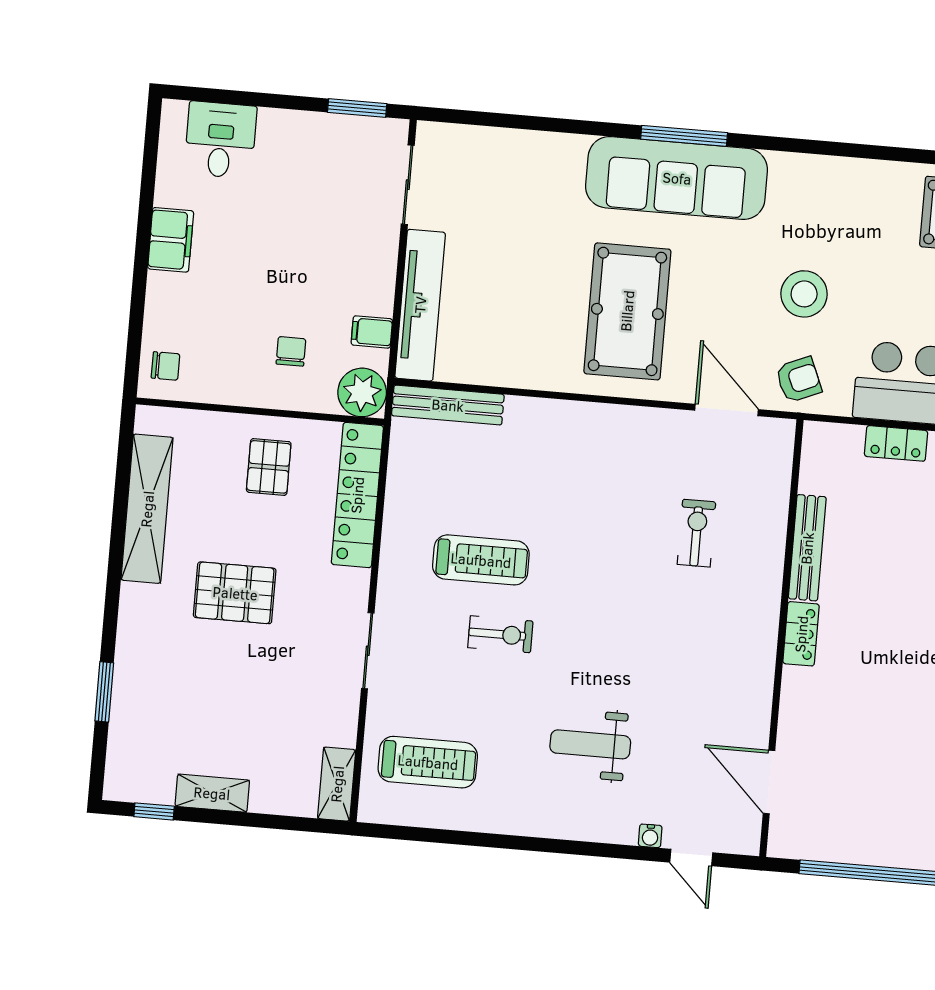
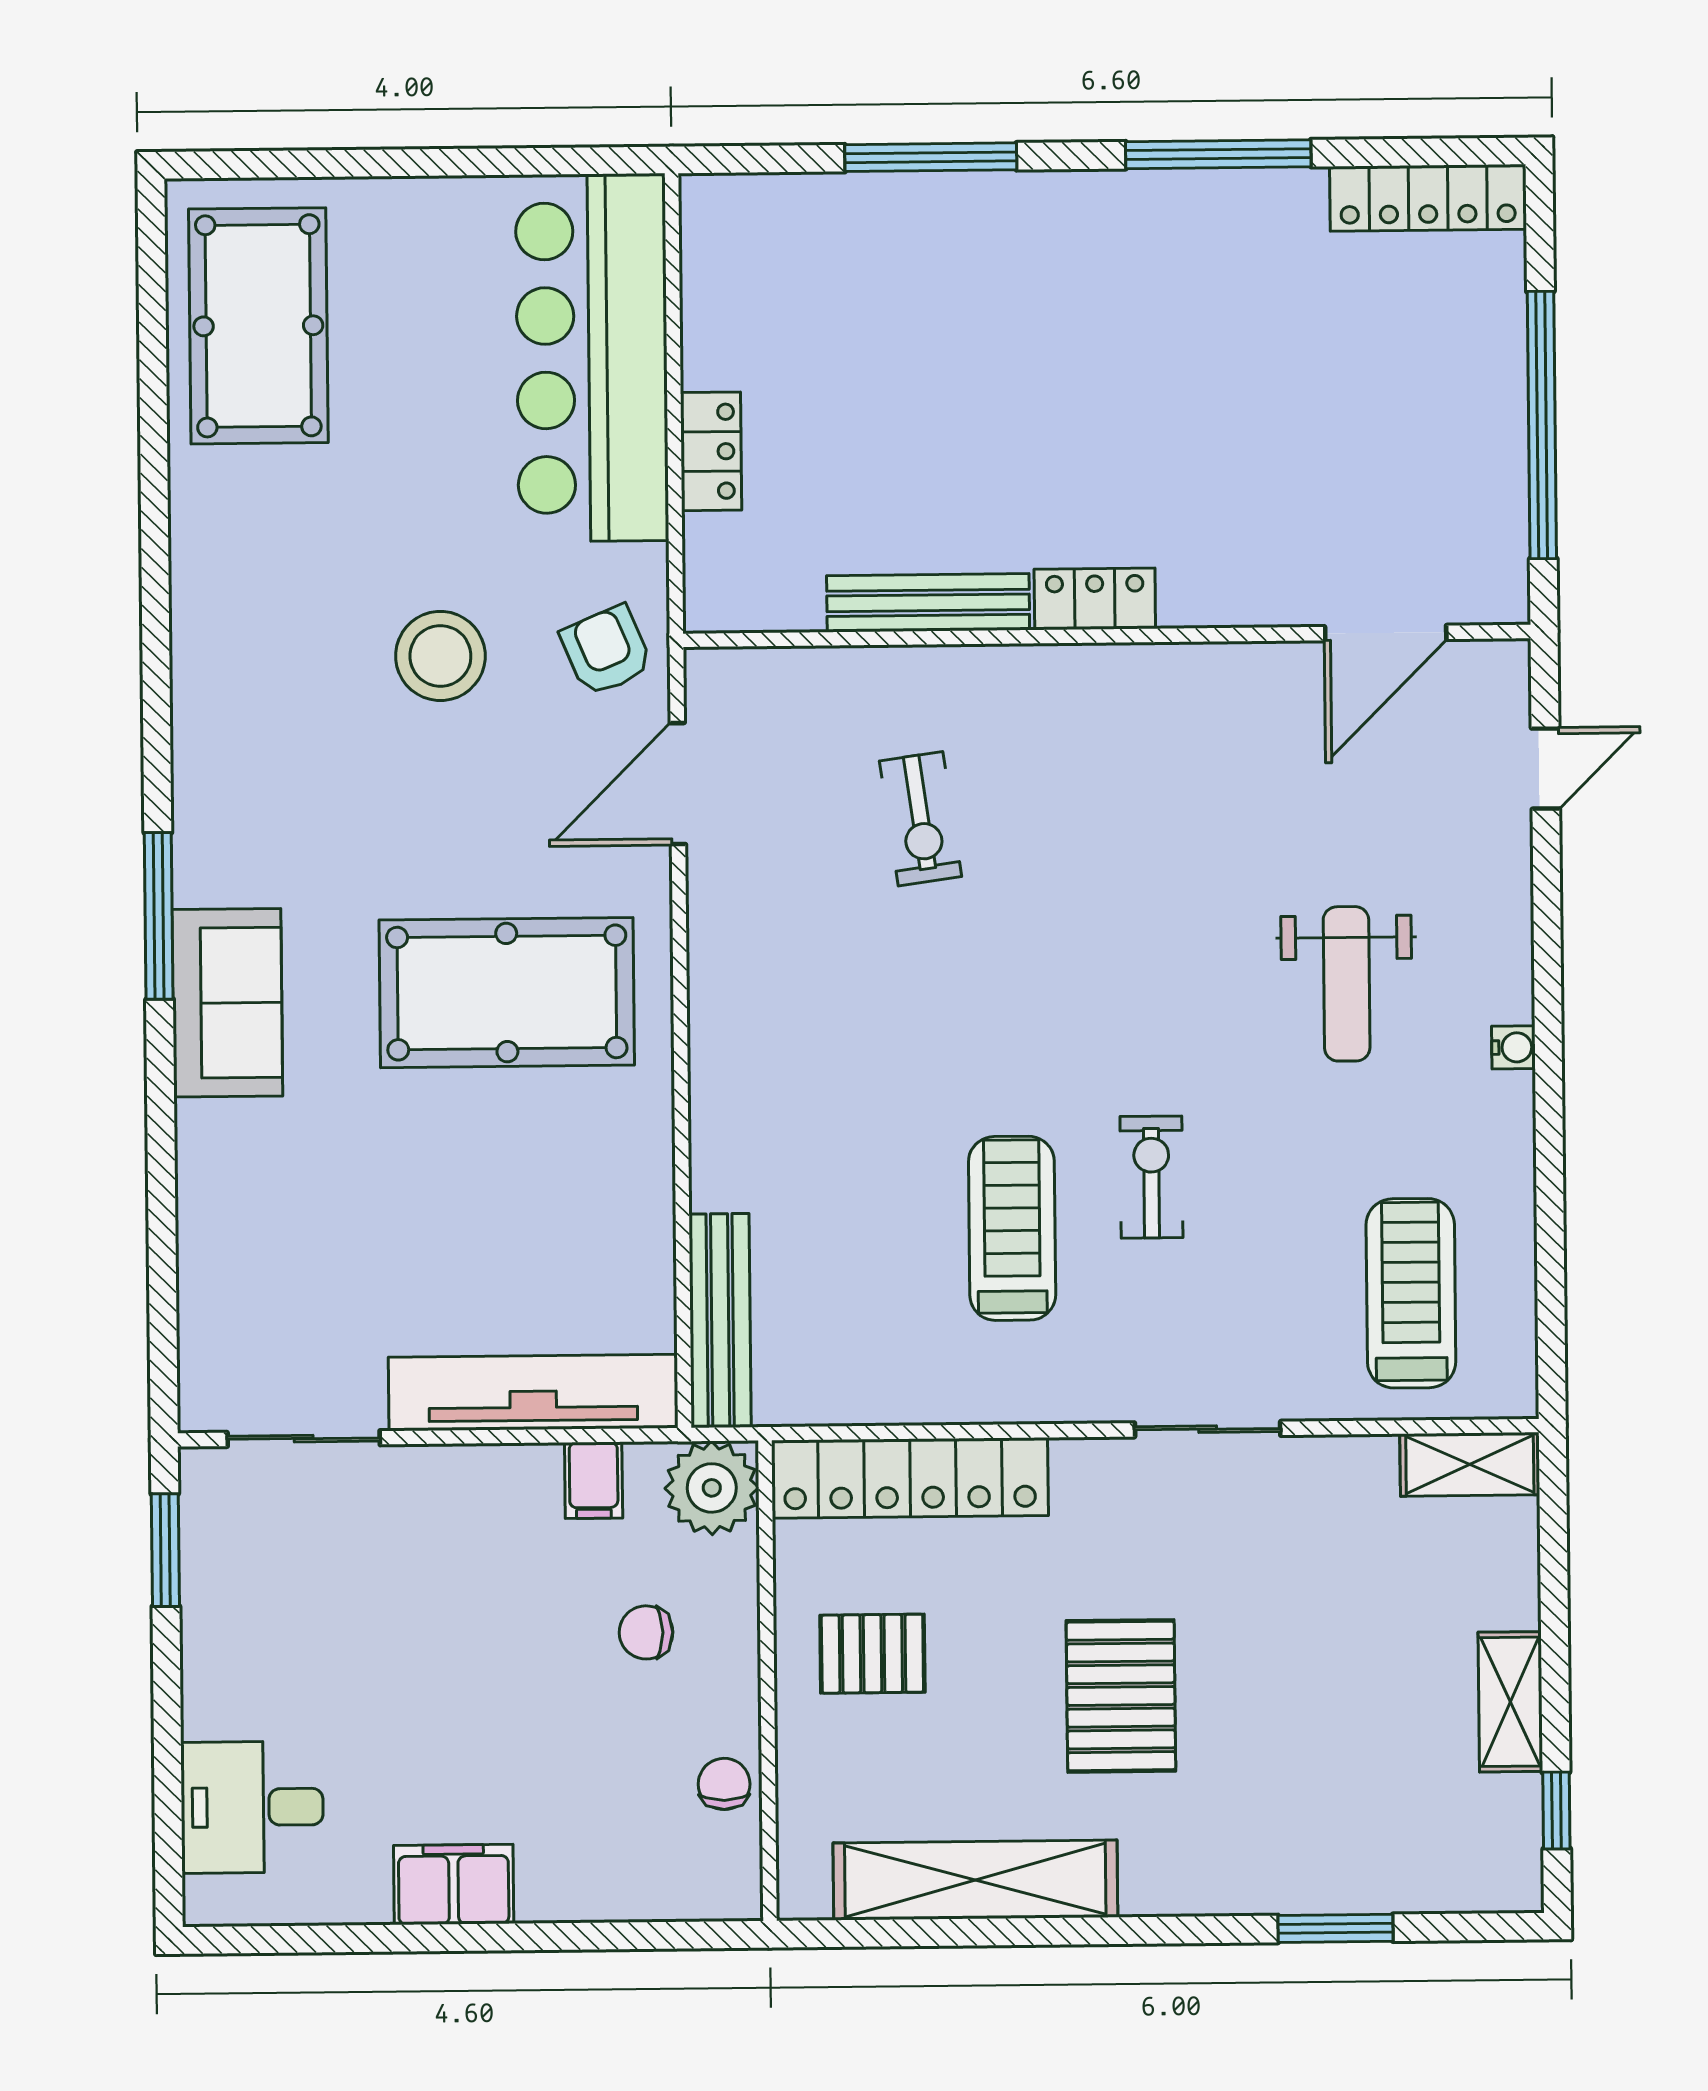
sofa: (677, 178) -> (227, 1003), width x0.54, depth x0.79
chair: (166, 366) -> (724, 1784), moved
exercise bike: (696, 533) -> (921, 819), turned -98
water cooler: (650, 836) -> (1513, 1047), moved

